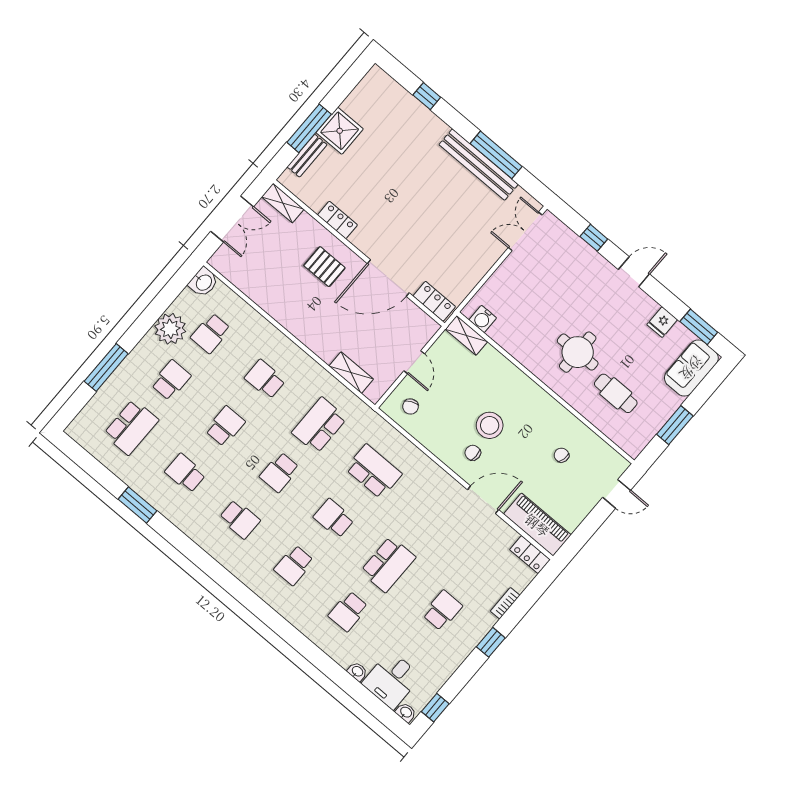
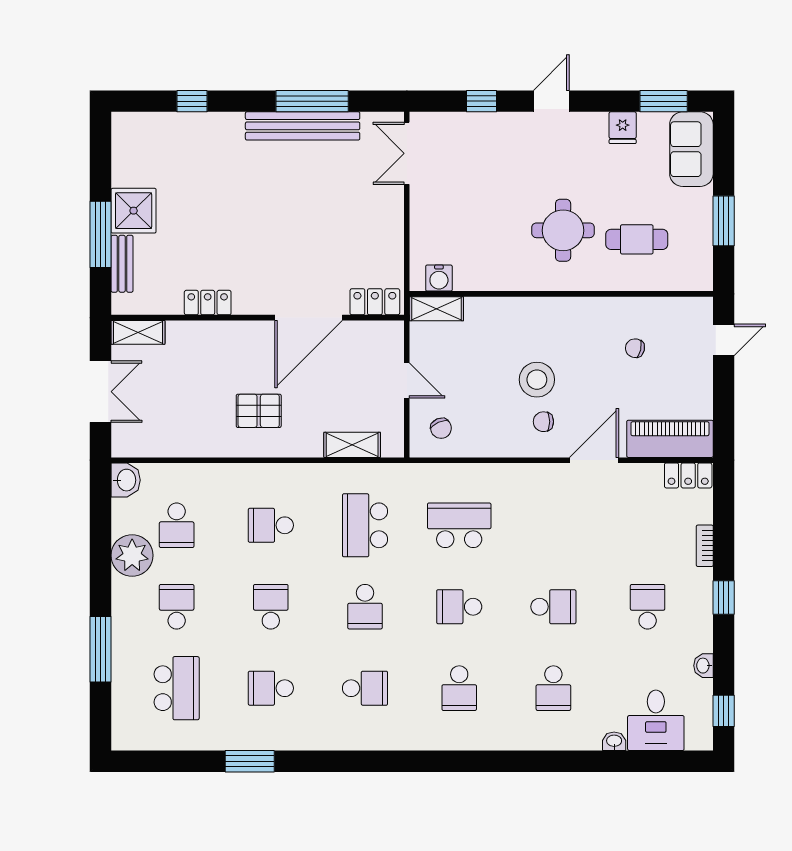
pallet: (324, 267) -> (259, 411), moved
school desk: (388, 564) -> (553, 607), width x0.54
washbasin: (406, 712) -> (703, 666), moved, turned -90

